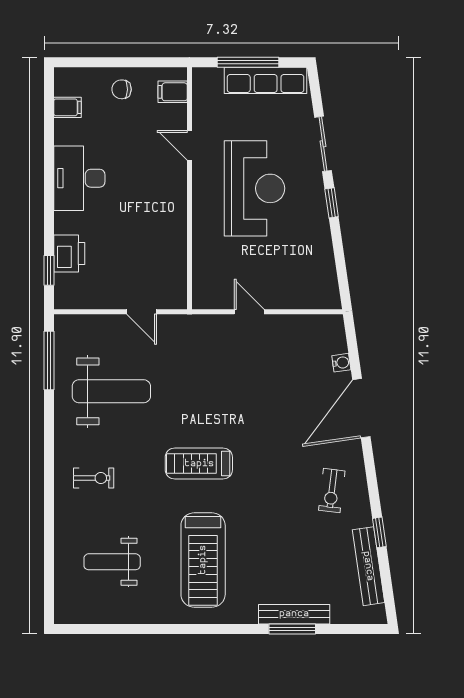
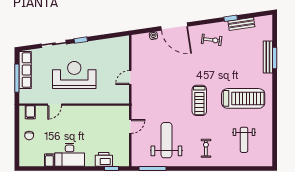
filing cabinet: (67, 107) -> (49, 160), moved
bench: (368, 566) -> (241, 24), width x0.73

